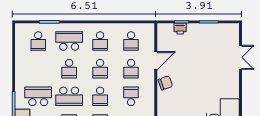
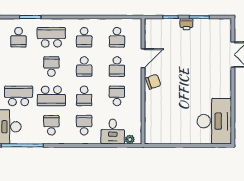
printer: (180, 29) -> (186, 24), moved
school desk: (69, 69) -> (51, 67), turned 180

